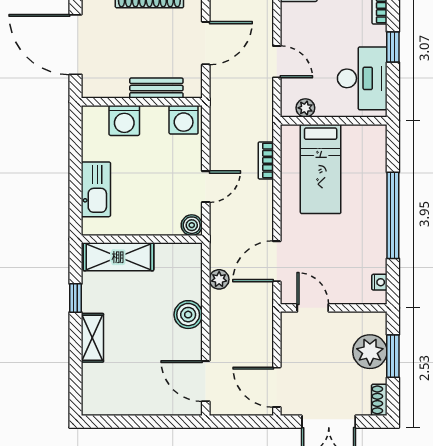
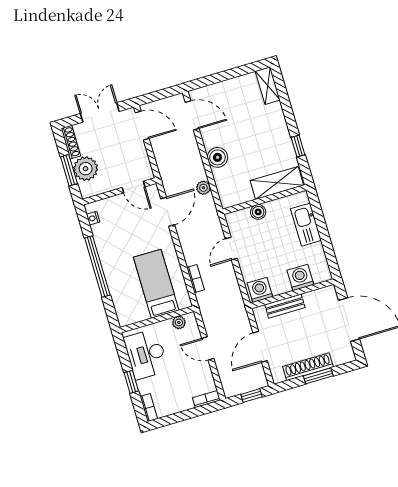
boiler: (192, 225) -> (258, 212), moved
shelving: (92, 338) -> (268, 86), moved
shoe rack: (379, 400) -> (71, 142), width x1.43

